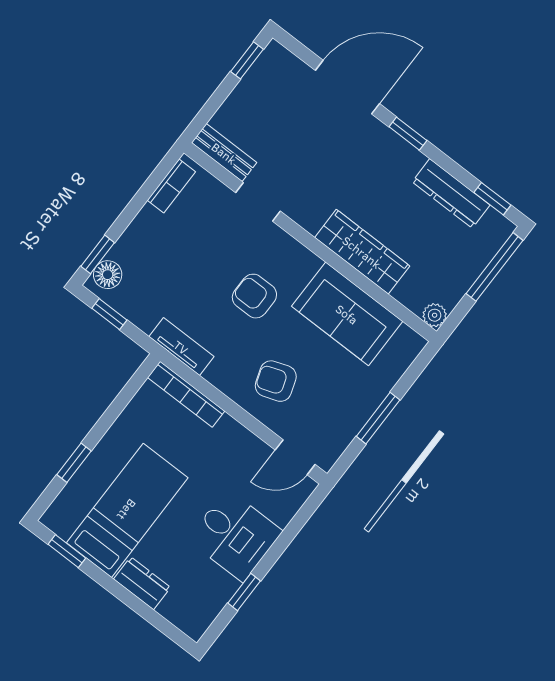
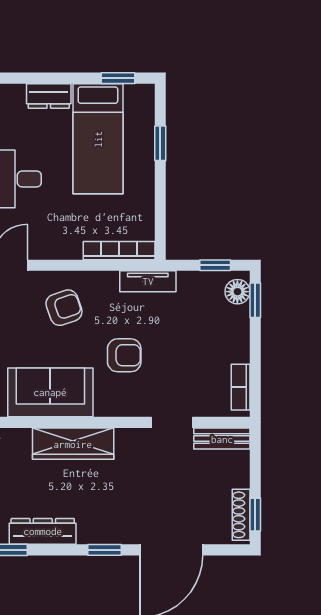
shoe rack: (260, 70) -> (241, 515), added

